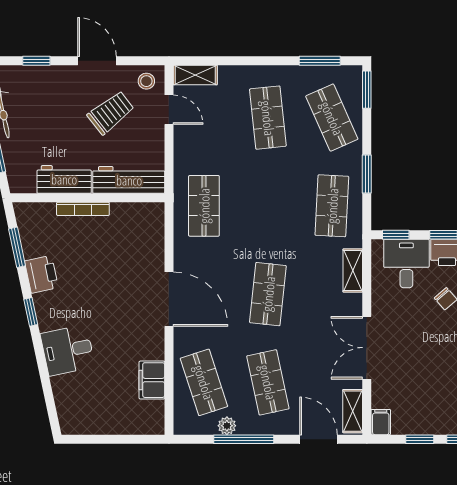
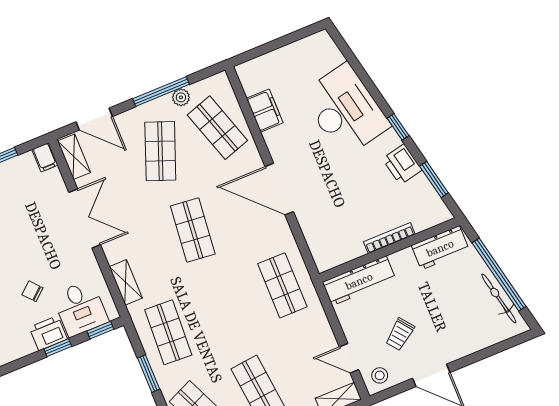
window: (36, 61) -> (485, 353), removed
trolley: (111, 113) -> (400, 334), width x0.73, depth x0.72
workbench: (64, 179) -> (440, 248), moved
desk: (68, 350) -> (345, 110), width x1.87, depth x1.30
shop shelf: (268, 382) -> (160, 151), turned 33

